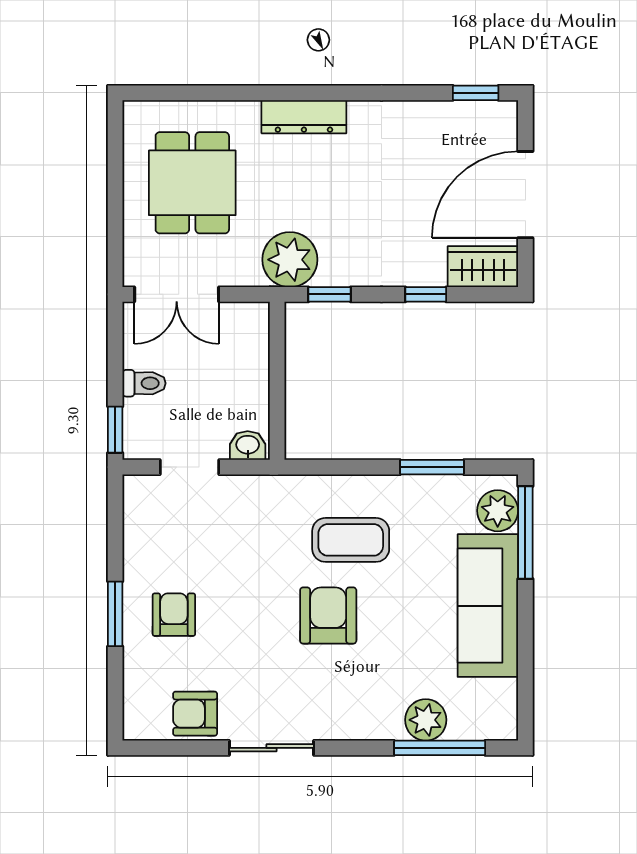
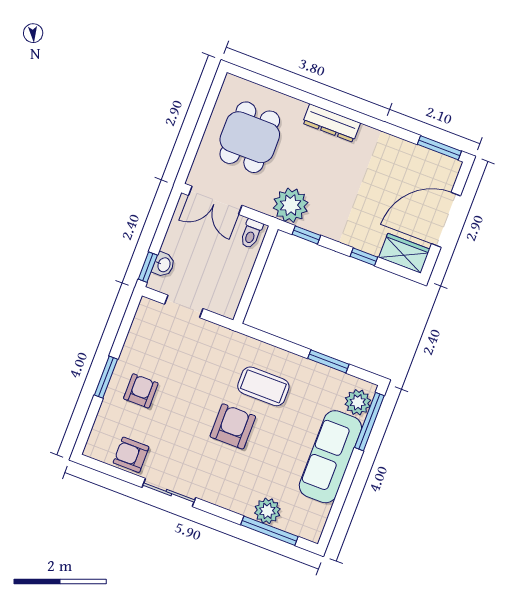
window: (476, 93) -> (439, 148), width x1.50
toilet: (144, 383) -> (251, 234), moved, turned 90
washbasin: (248, 446) -> (163, 265), moved, turned 90

